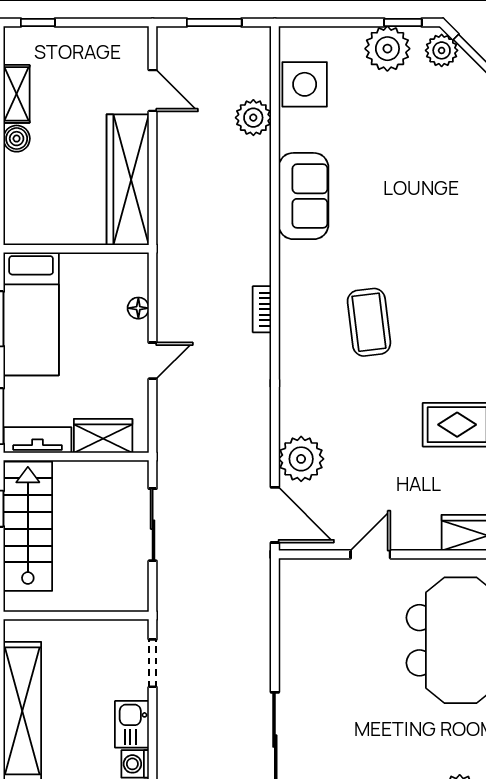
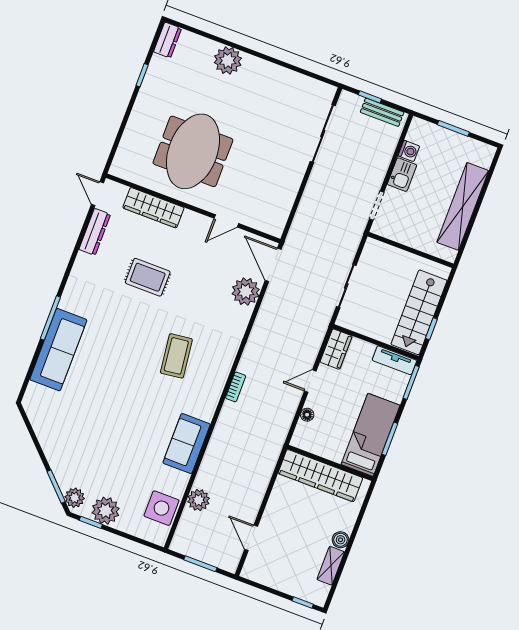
wardrobe: (128, 180) -> (320, 476), moved, turned 90
wardrobe: (103, 436) -> (336, 349), moved, turned -90

